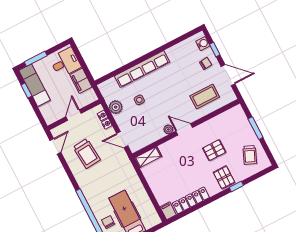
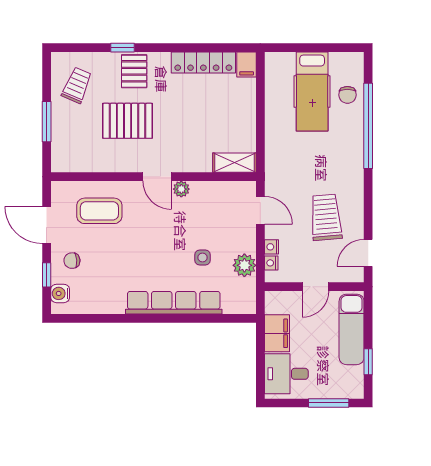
exam couch: (35, 85) -> (352, 329), moved
pallet: (214, 150) -> (128, 121), width x1.50, depth x1.42

